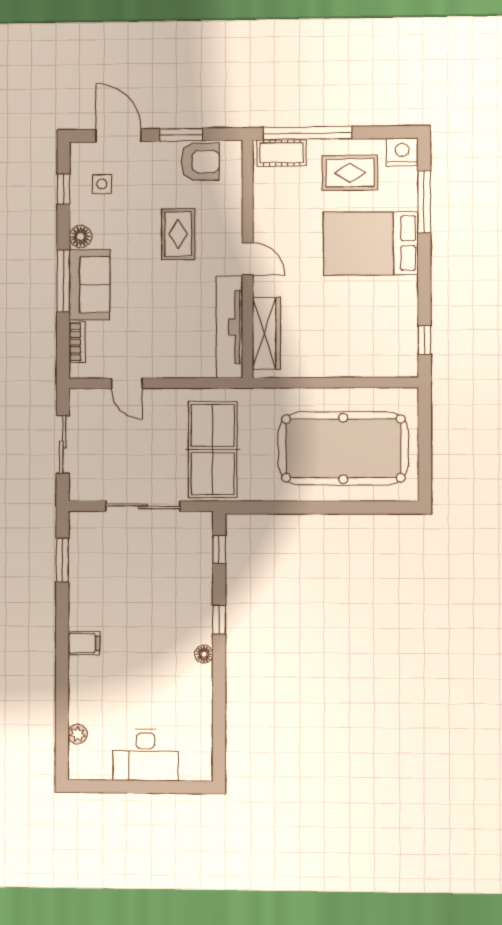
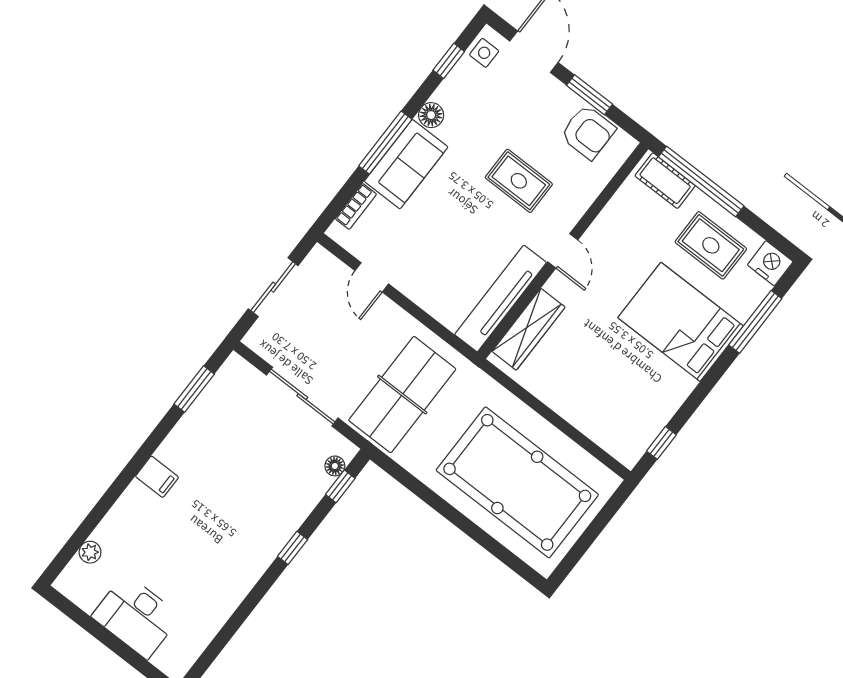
side table: (102, 184) -> (484, 53), moved
rug: (178, 234) -> (519, 181), turned 90
floor lamp: (204, 654) -> (335, 466), moved

